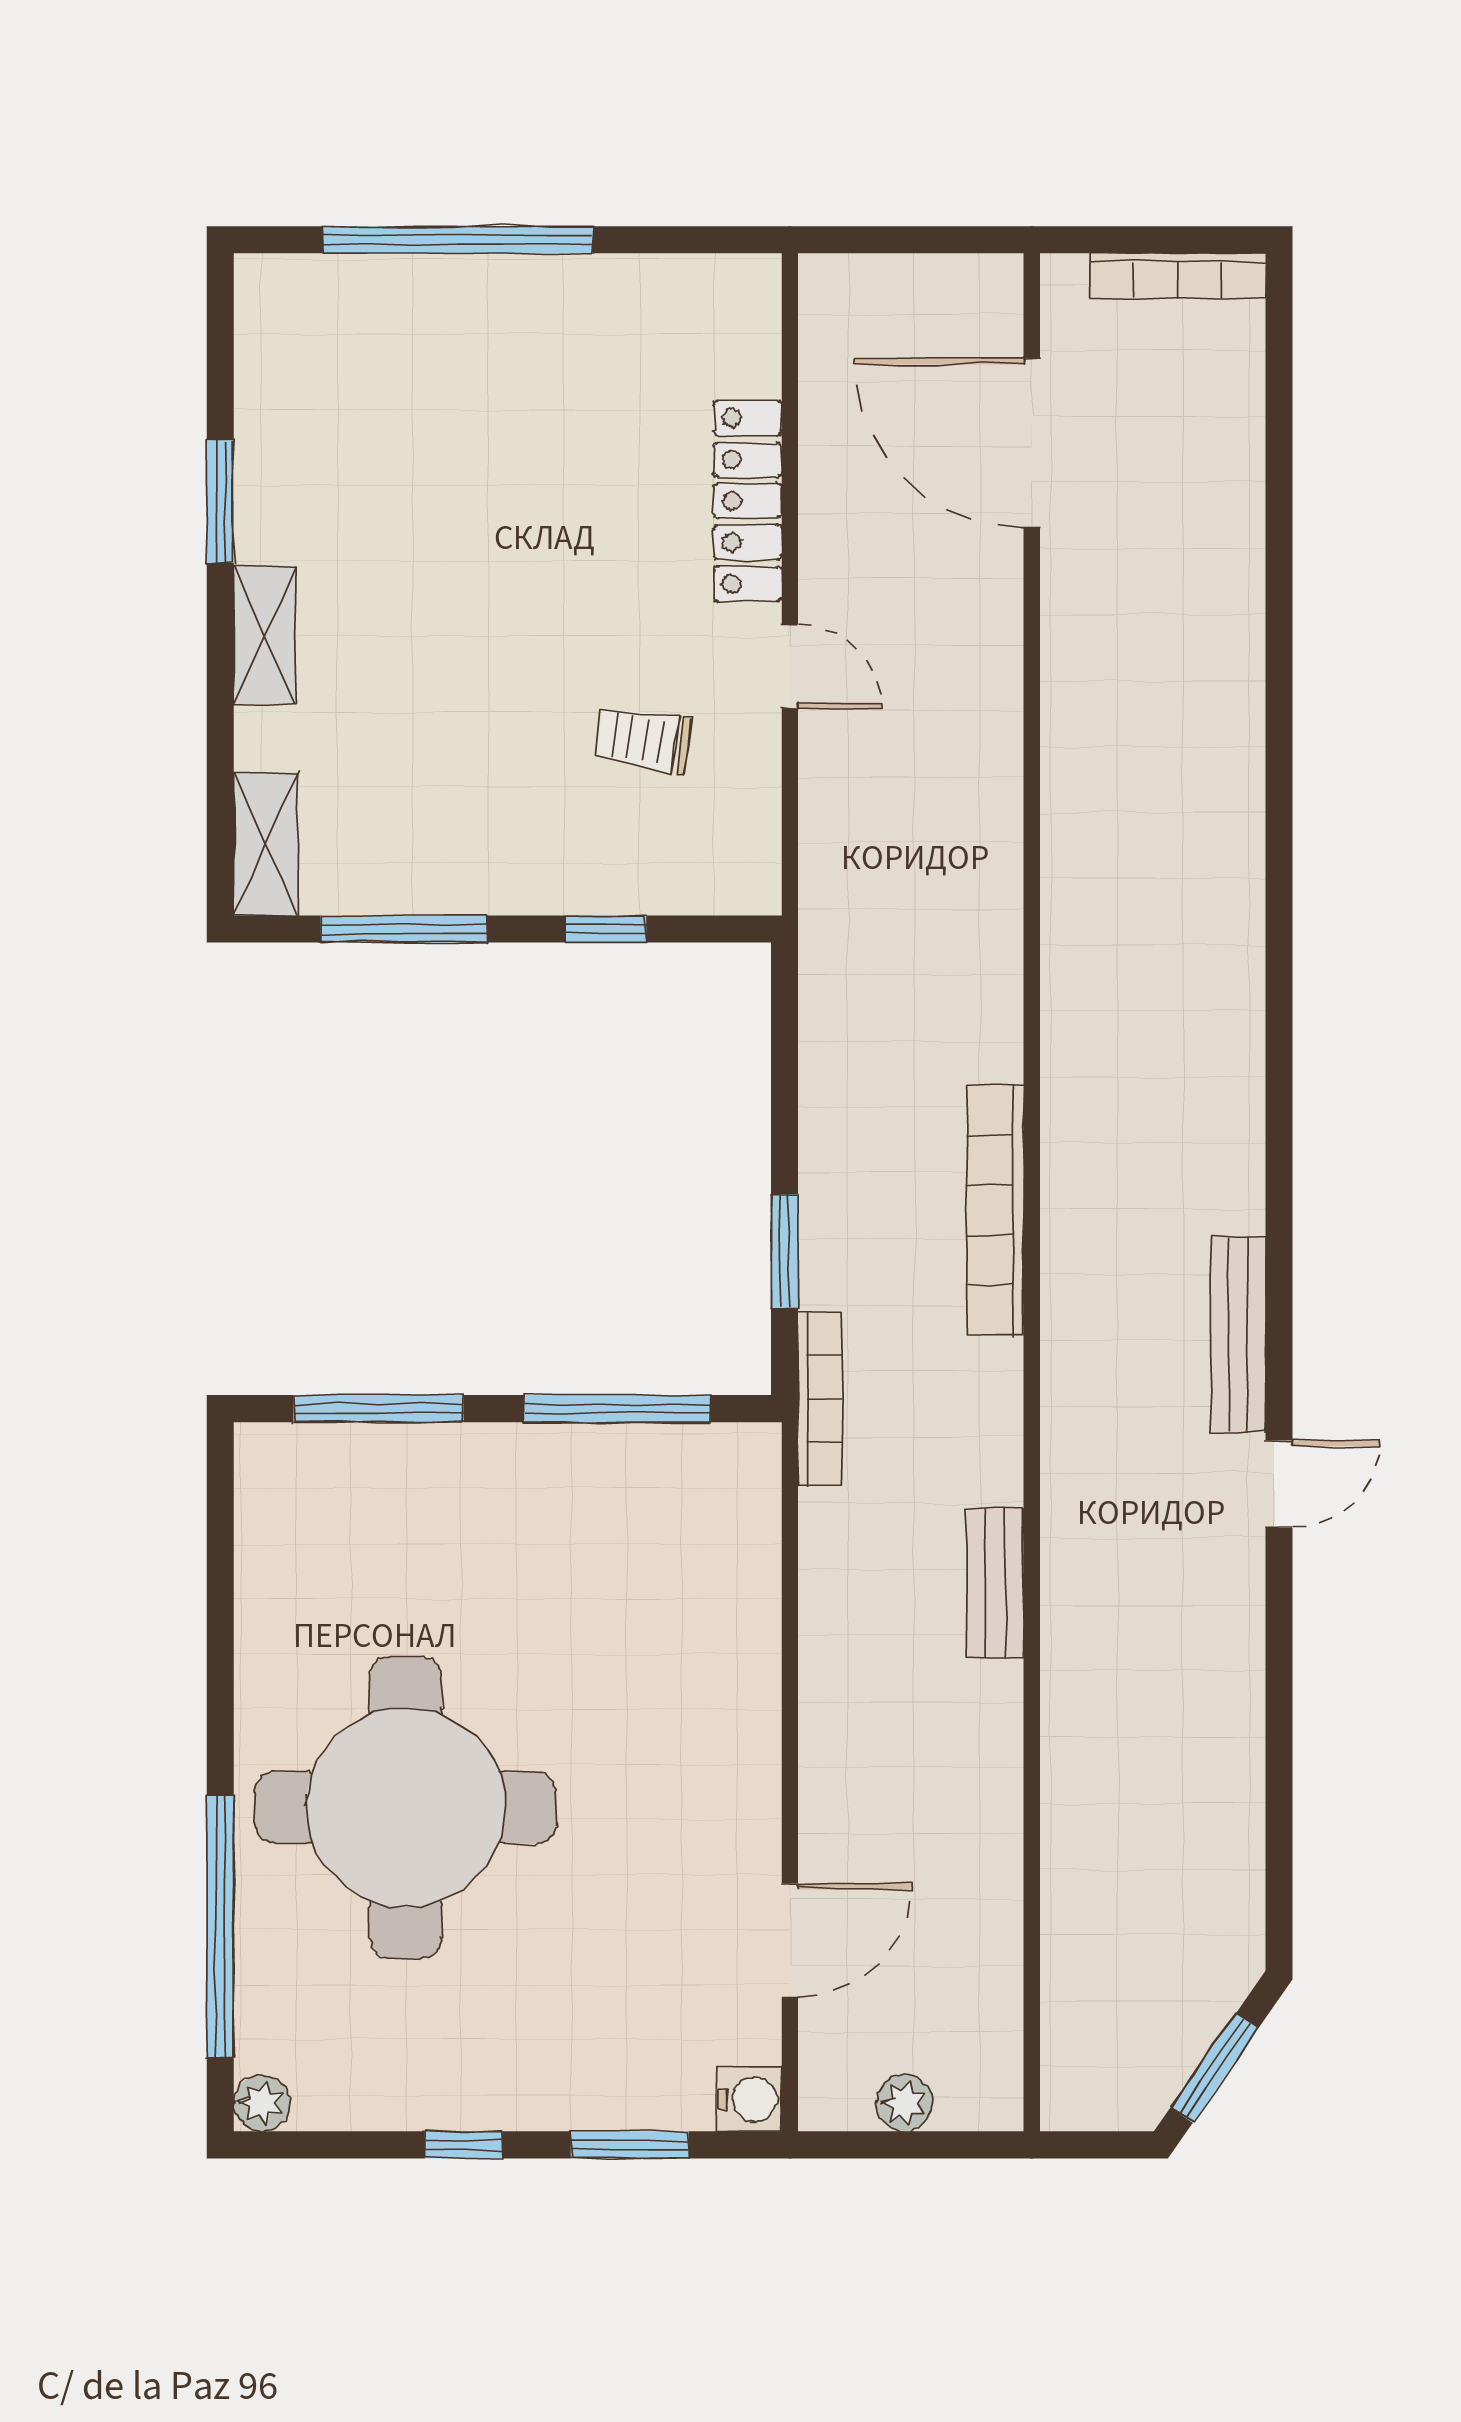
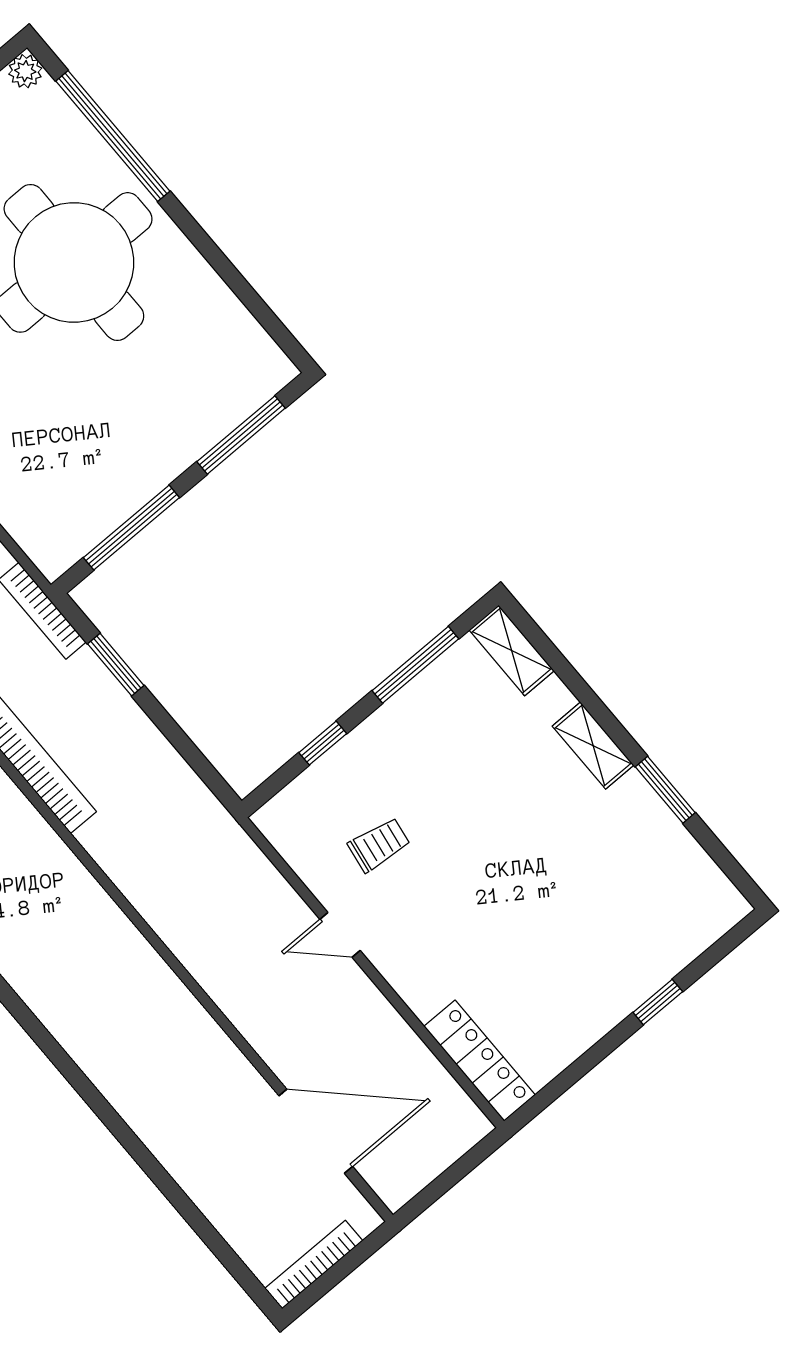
window: (458, 240) -> (658, 1002), width x0.32
locker: (748, 501) -> (480, 1061), moved

